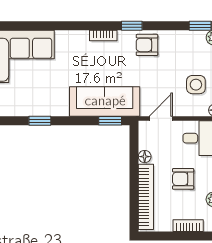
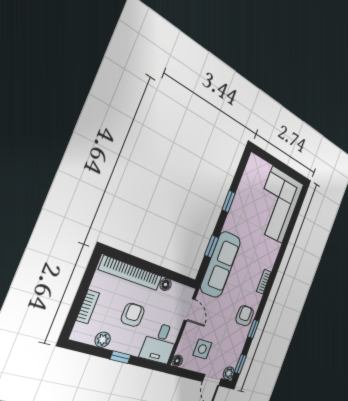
window: (132, 26) -> (253, 329), moved
window: (110, 121) -> (212, 246), moved

